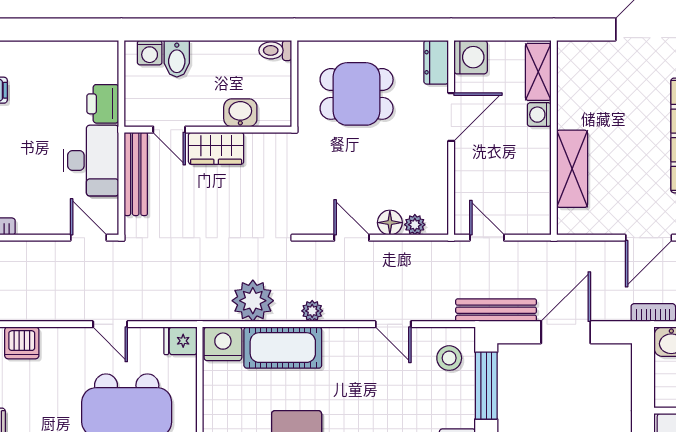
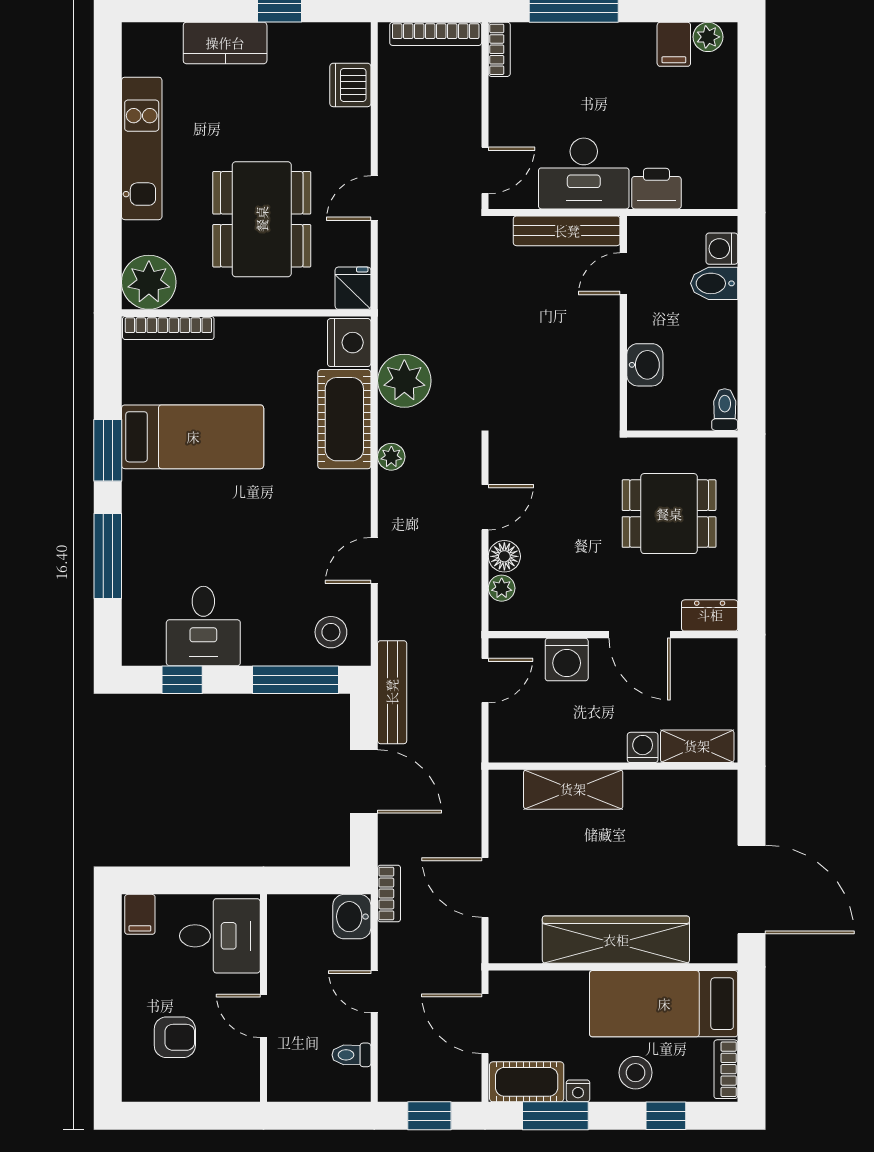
washing machine: (471, 57) -> (567, 660), moved
dining table: (357, 94) -> (669, 514), turned 90
wardrobe: (216, 148) -> (599, 334), removed

